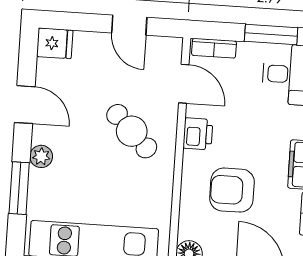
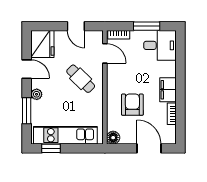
fridge: (55, 43) -> (42, 44), width x1.88, depth x1.34
printer: (198, 134) -> (114, 78), removed
armchair: (232, 190) -> (132, 105), turned 90

